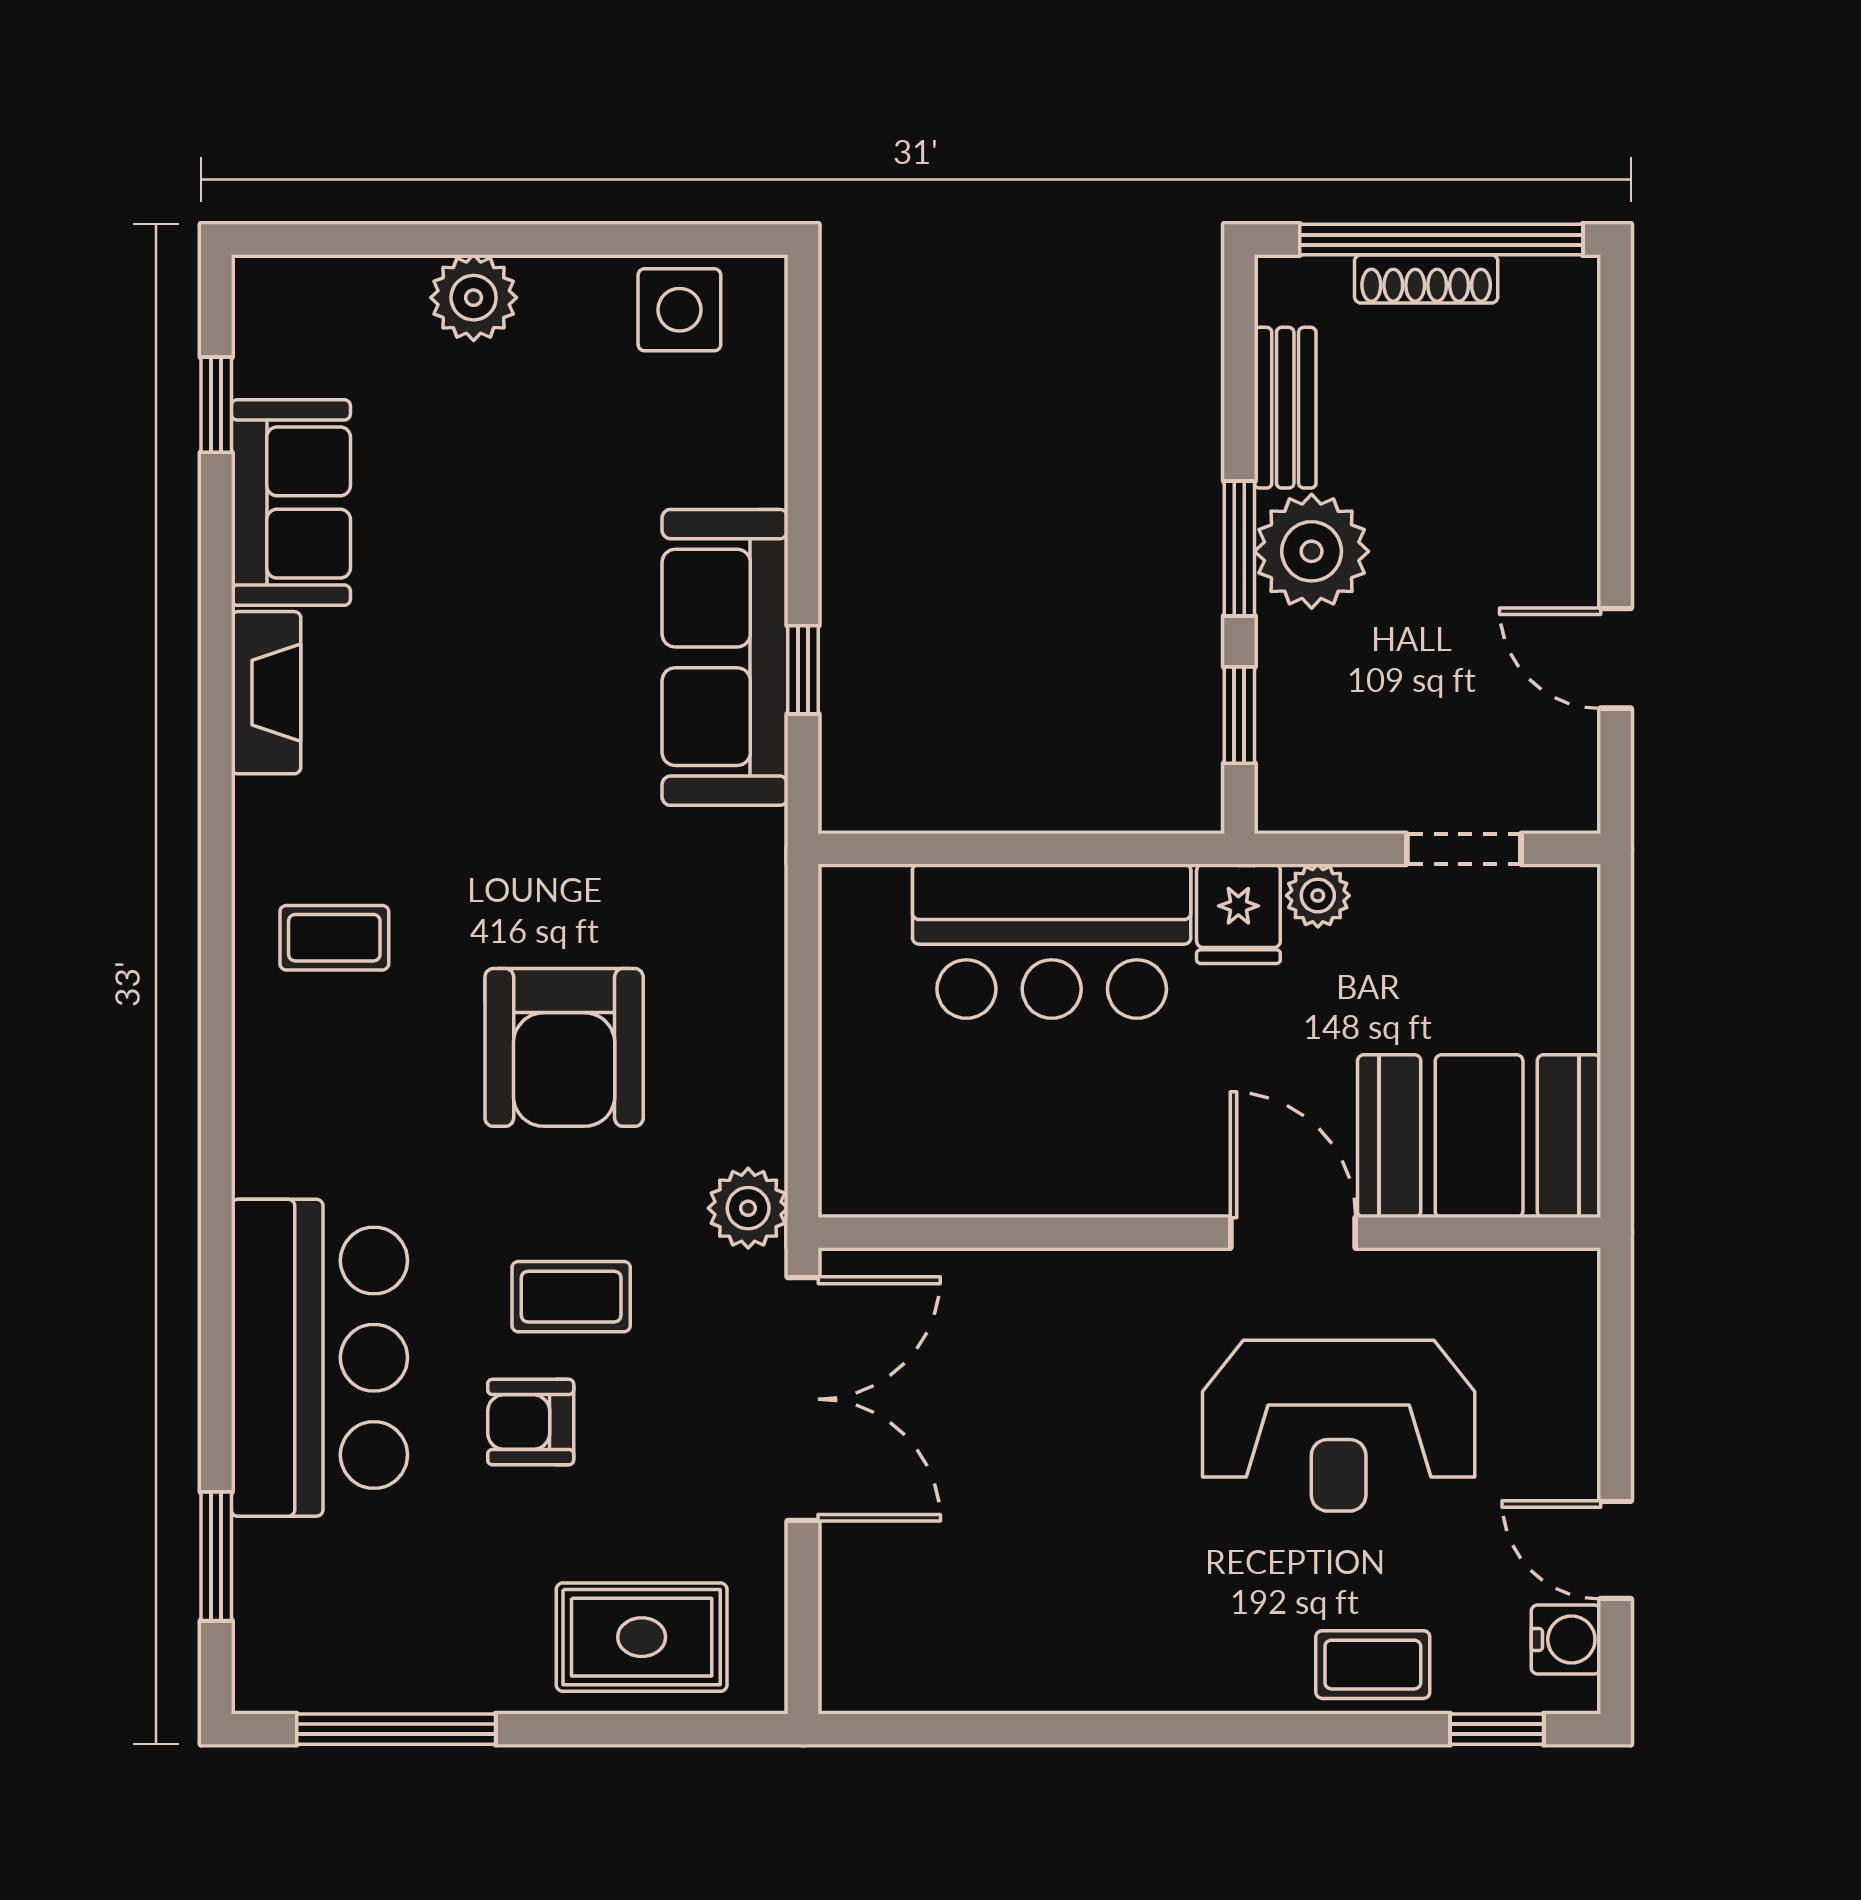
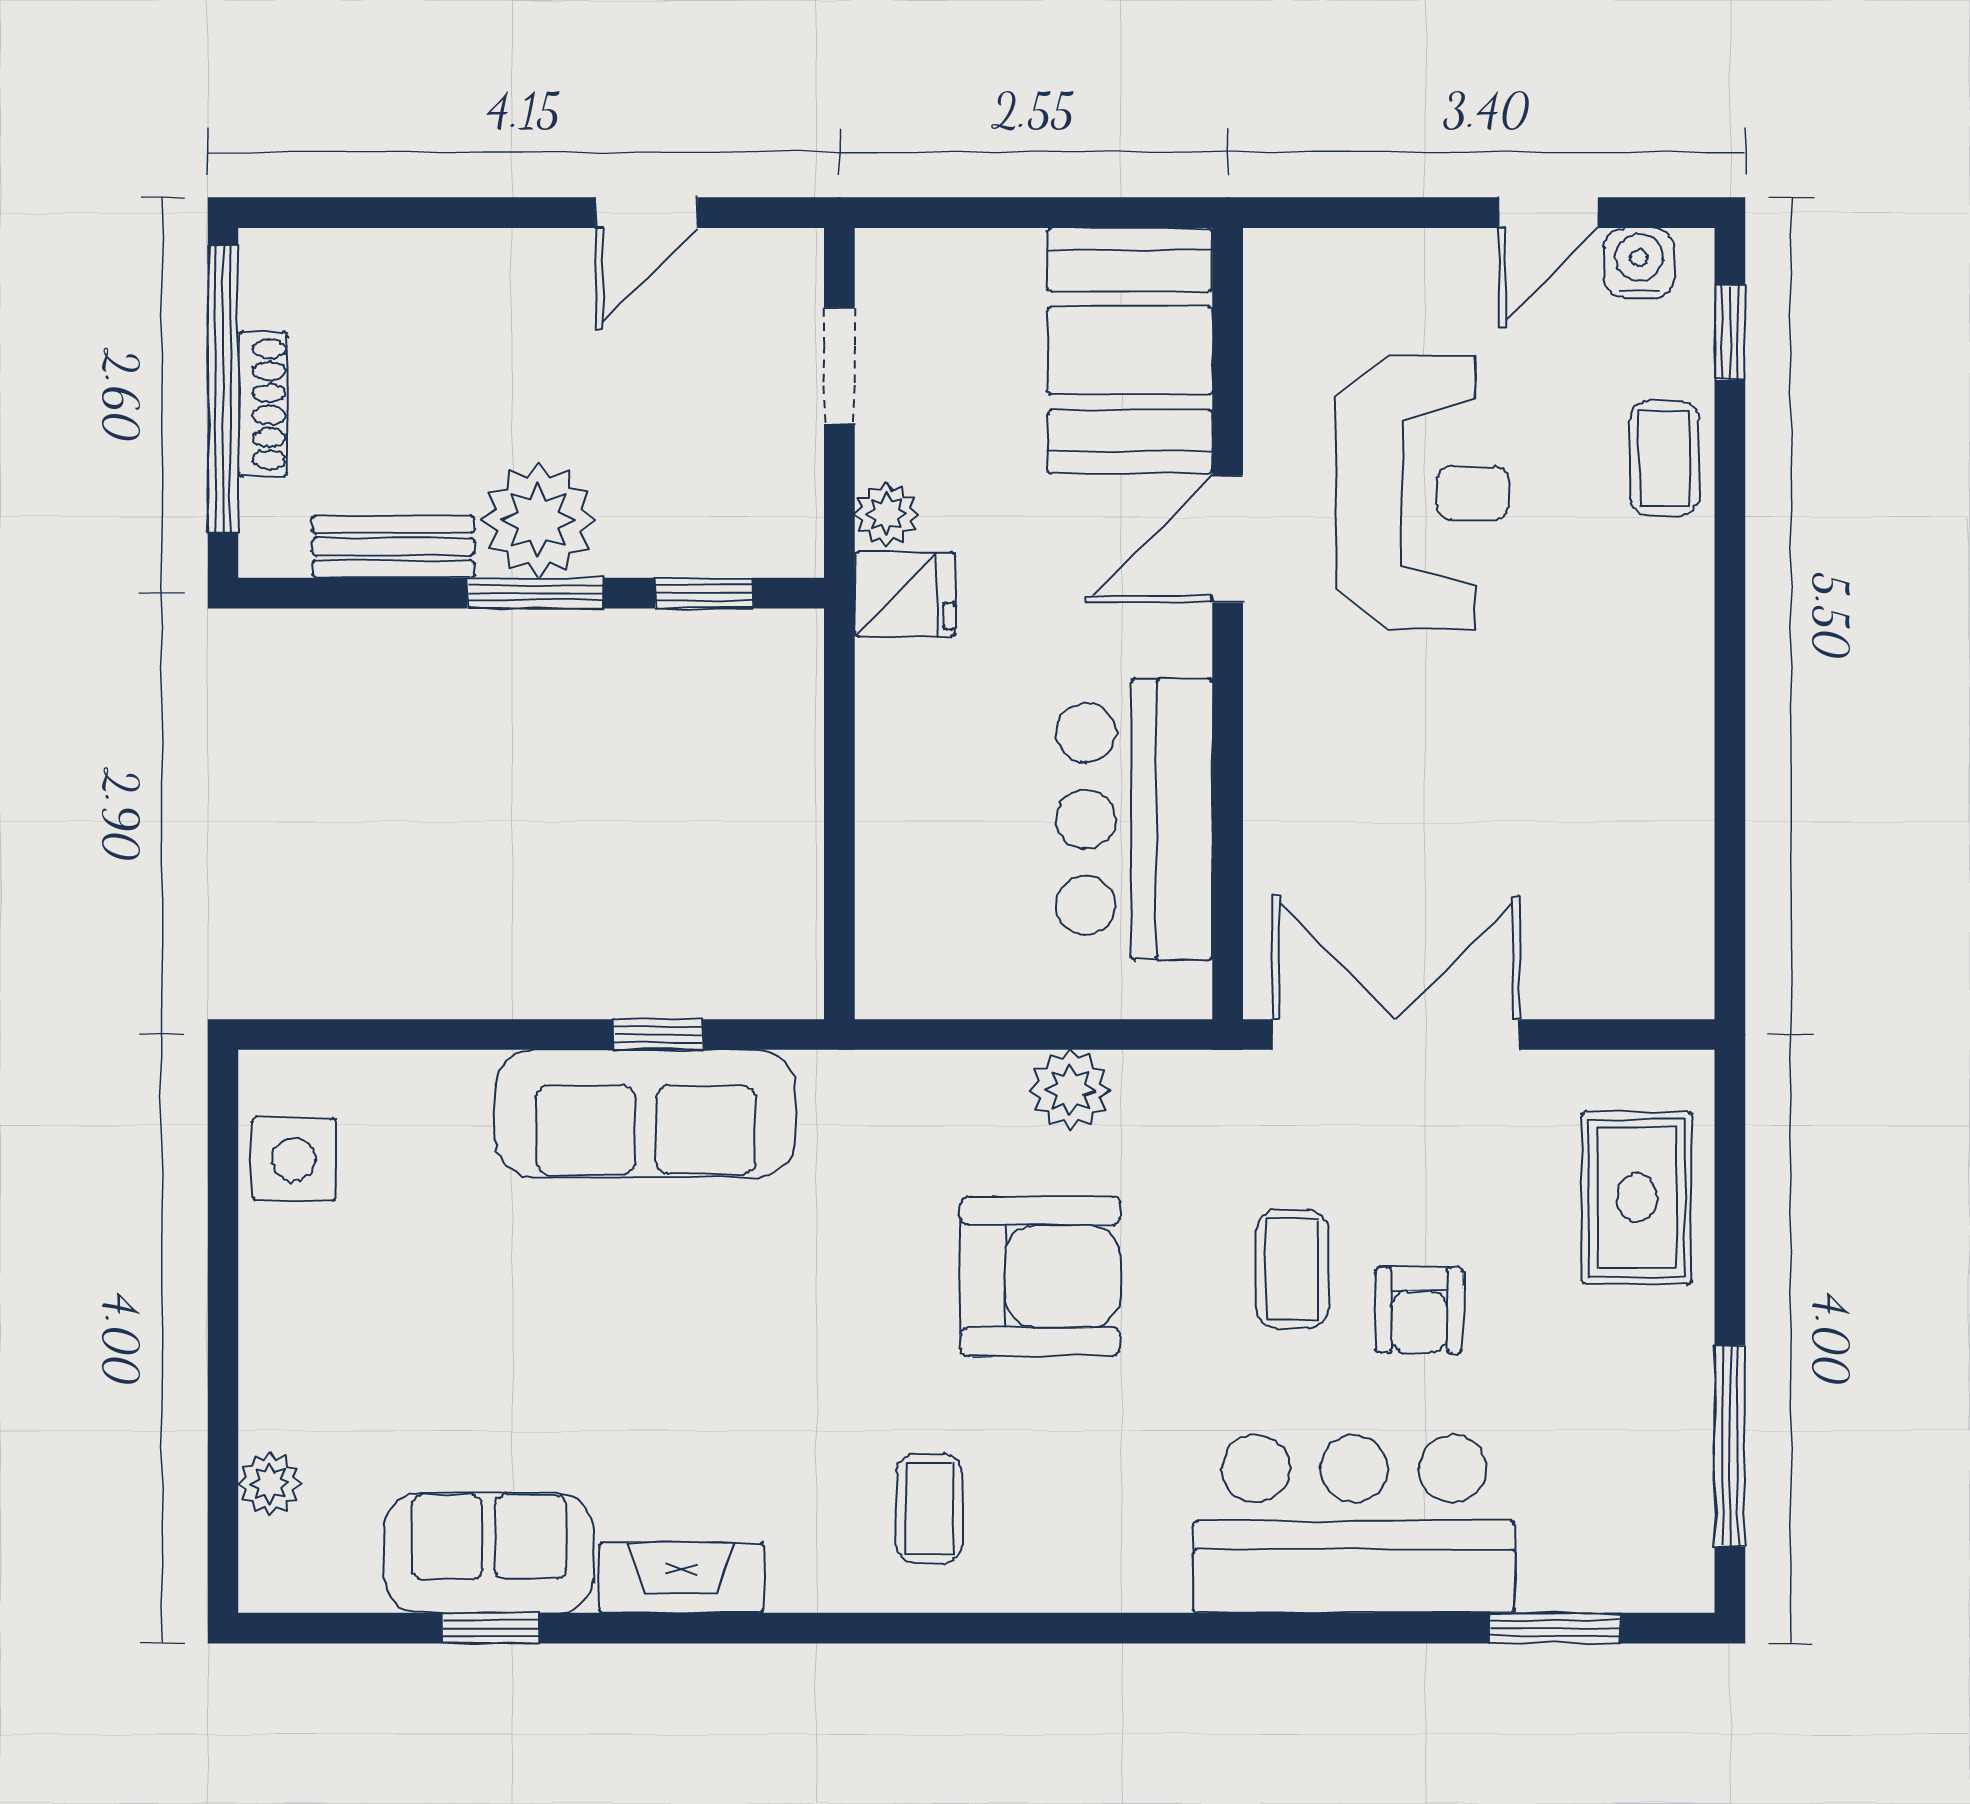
plant: (474, 298) -> (270, 1484), moved, width x0.73, depth x0.73
window: (216, 405) -> (491, 1628), moved
bar counter: (1052, 941) -> (1134, 819), moved, turned 180
plant: (748, 1208) -> (1070, 1090), moved

